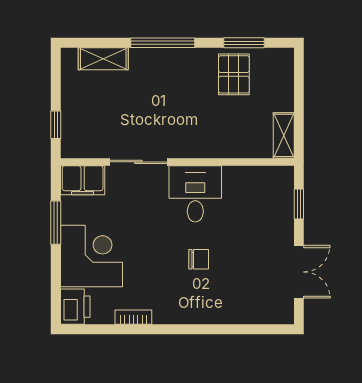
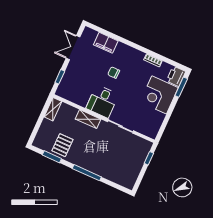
shelving: (103, 59) -> (88, 119), moved
filing cabinet: (83, 180) -> (106, 43), moved, turned 180
window: (56, 223) -> (181, 87), moved

